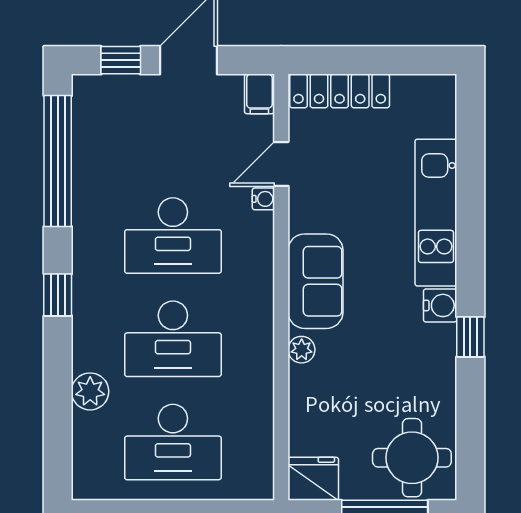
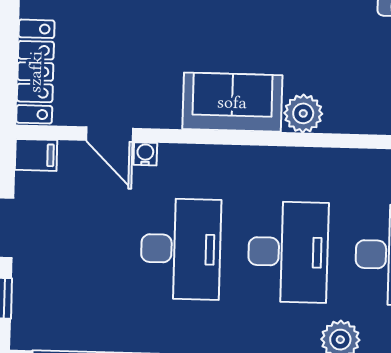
plant: (302, 350) -> (303, 113), width x1.38, depth x1.38

